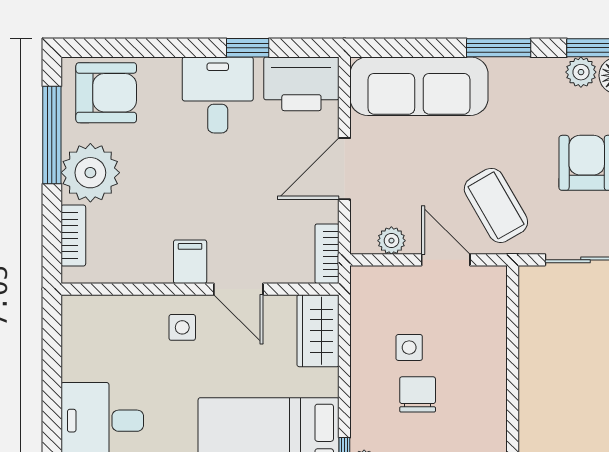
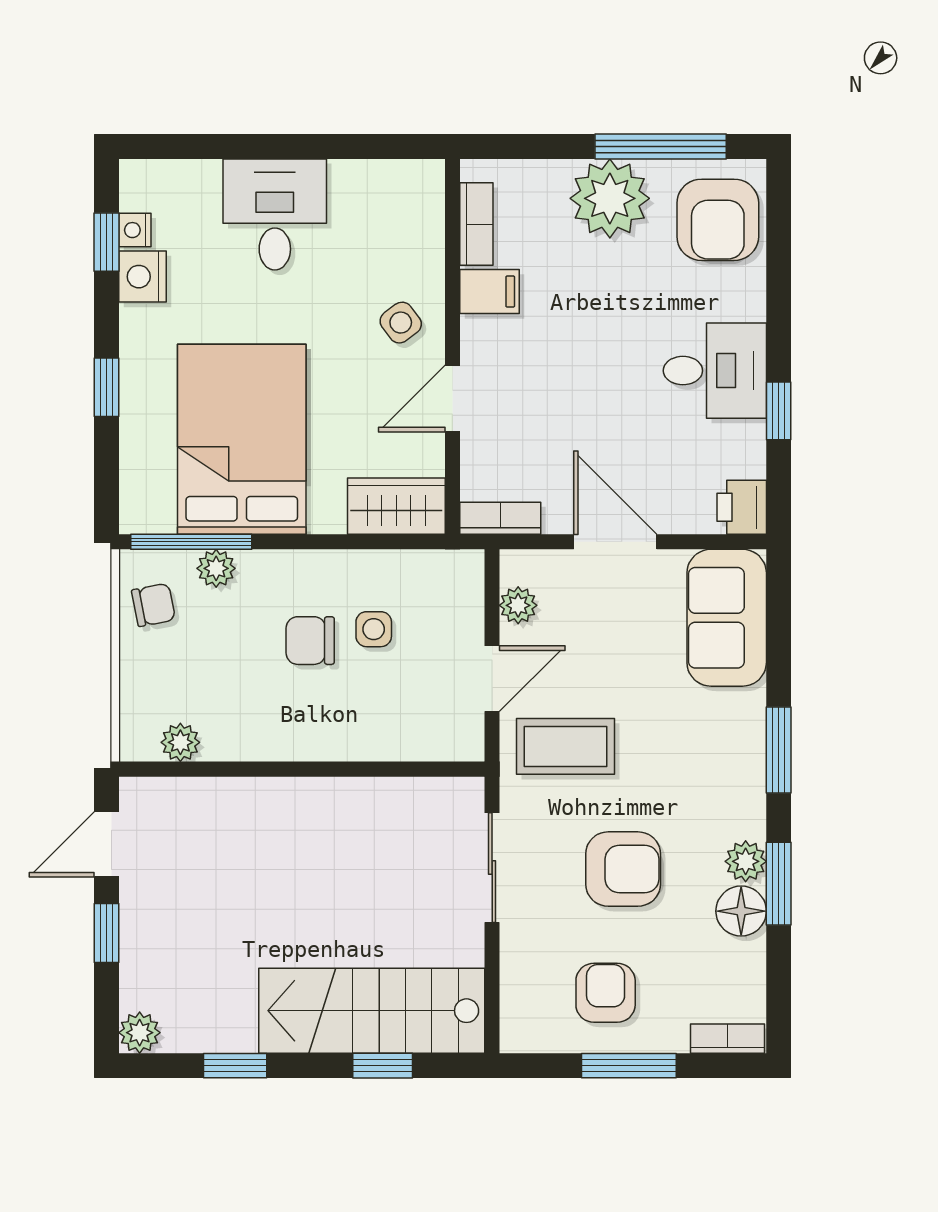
printer: (301, 84) -> (742, 507), width x0.53, depth x0.68
sofa: (419, 86) -> (727, 618), width x0.73
coffee table: (496, 205) -> (566, 746), turned 30
bookcase: (73, 236) -> (476, 224), moved, turned -90
filing cabinet: (190, 262) -> (490, 292), moved
side table: (182, 327) -> (401, 323), turned -37
chair: (418, 394) -> (310, 641), turned 180

